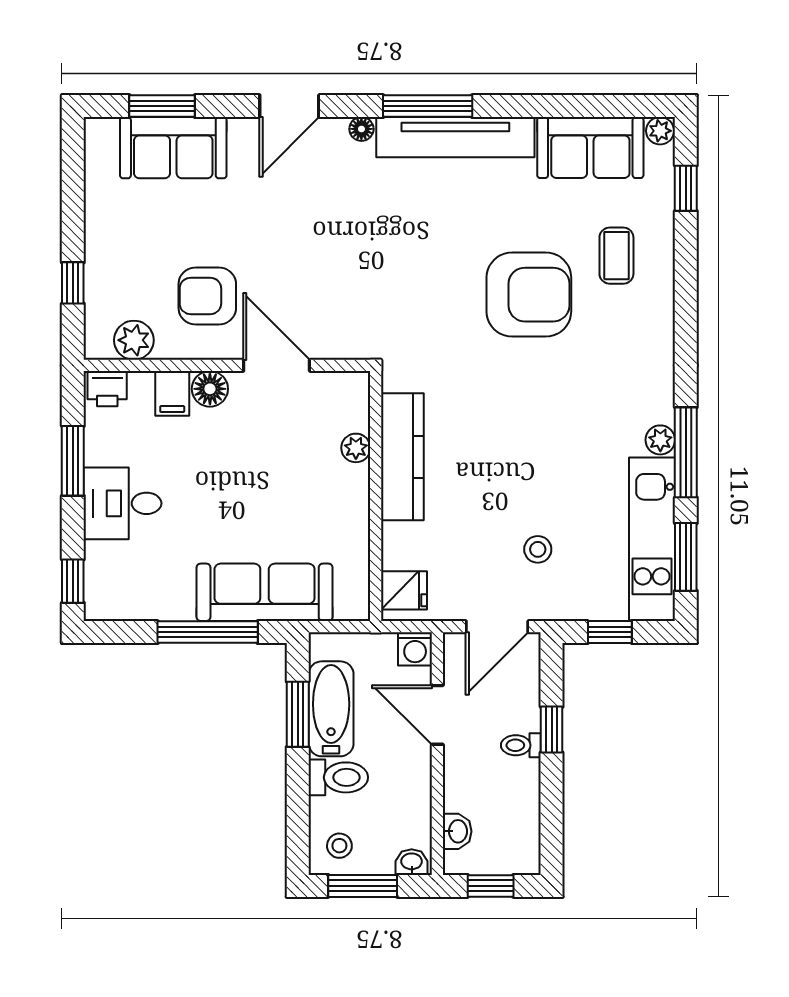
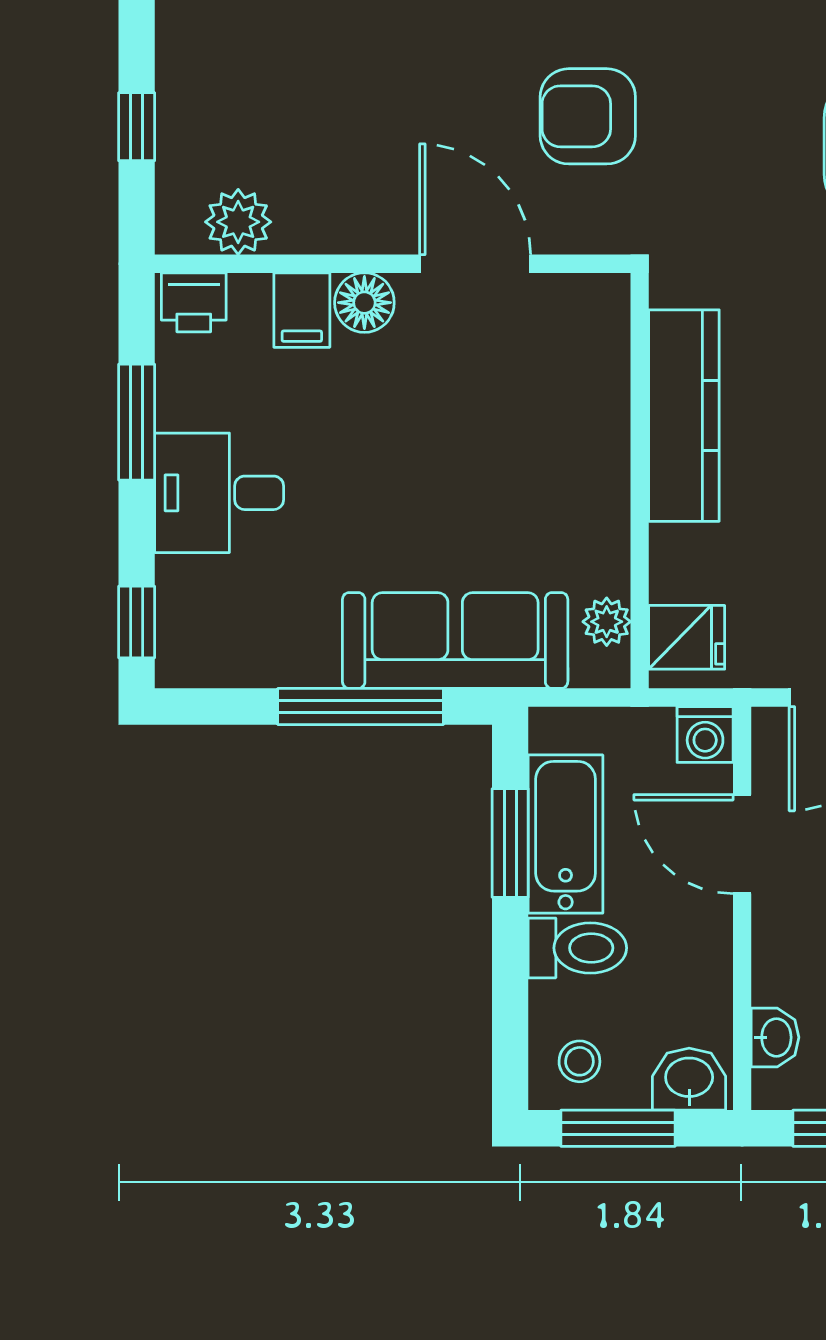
armchair: (207, 296) -> (588, 116), moved
plant: (356, 448) -> (607, 622), moved
washbasin: (412, 862) -> (689, 1079), width x1.38, depth x1.45

